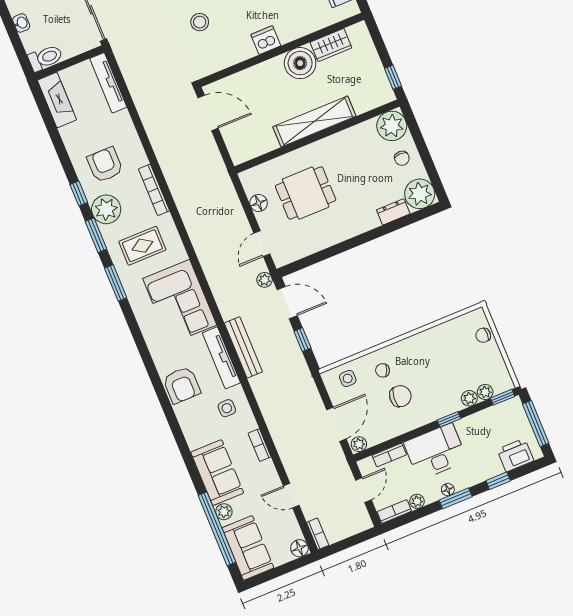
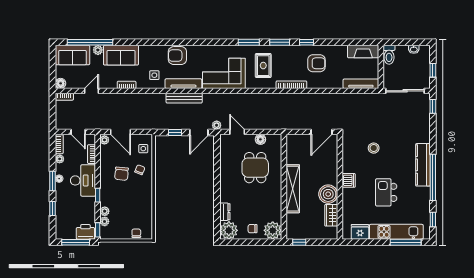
plant: (106, 209) -> (292, 54), removed
printer: (515, 455) -> (85, 232), moved, turned -90

